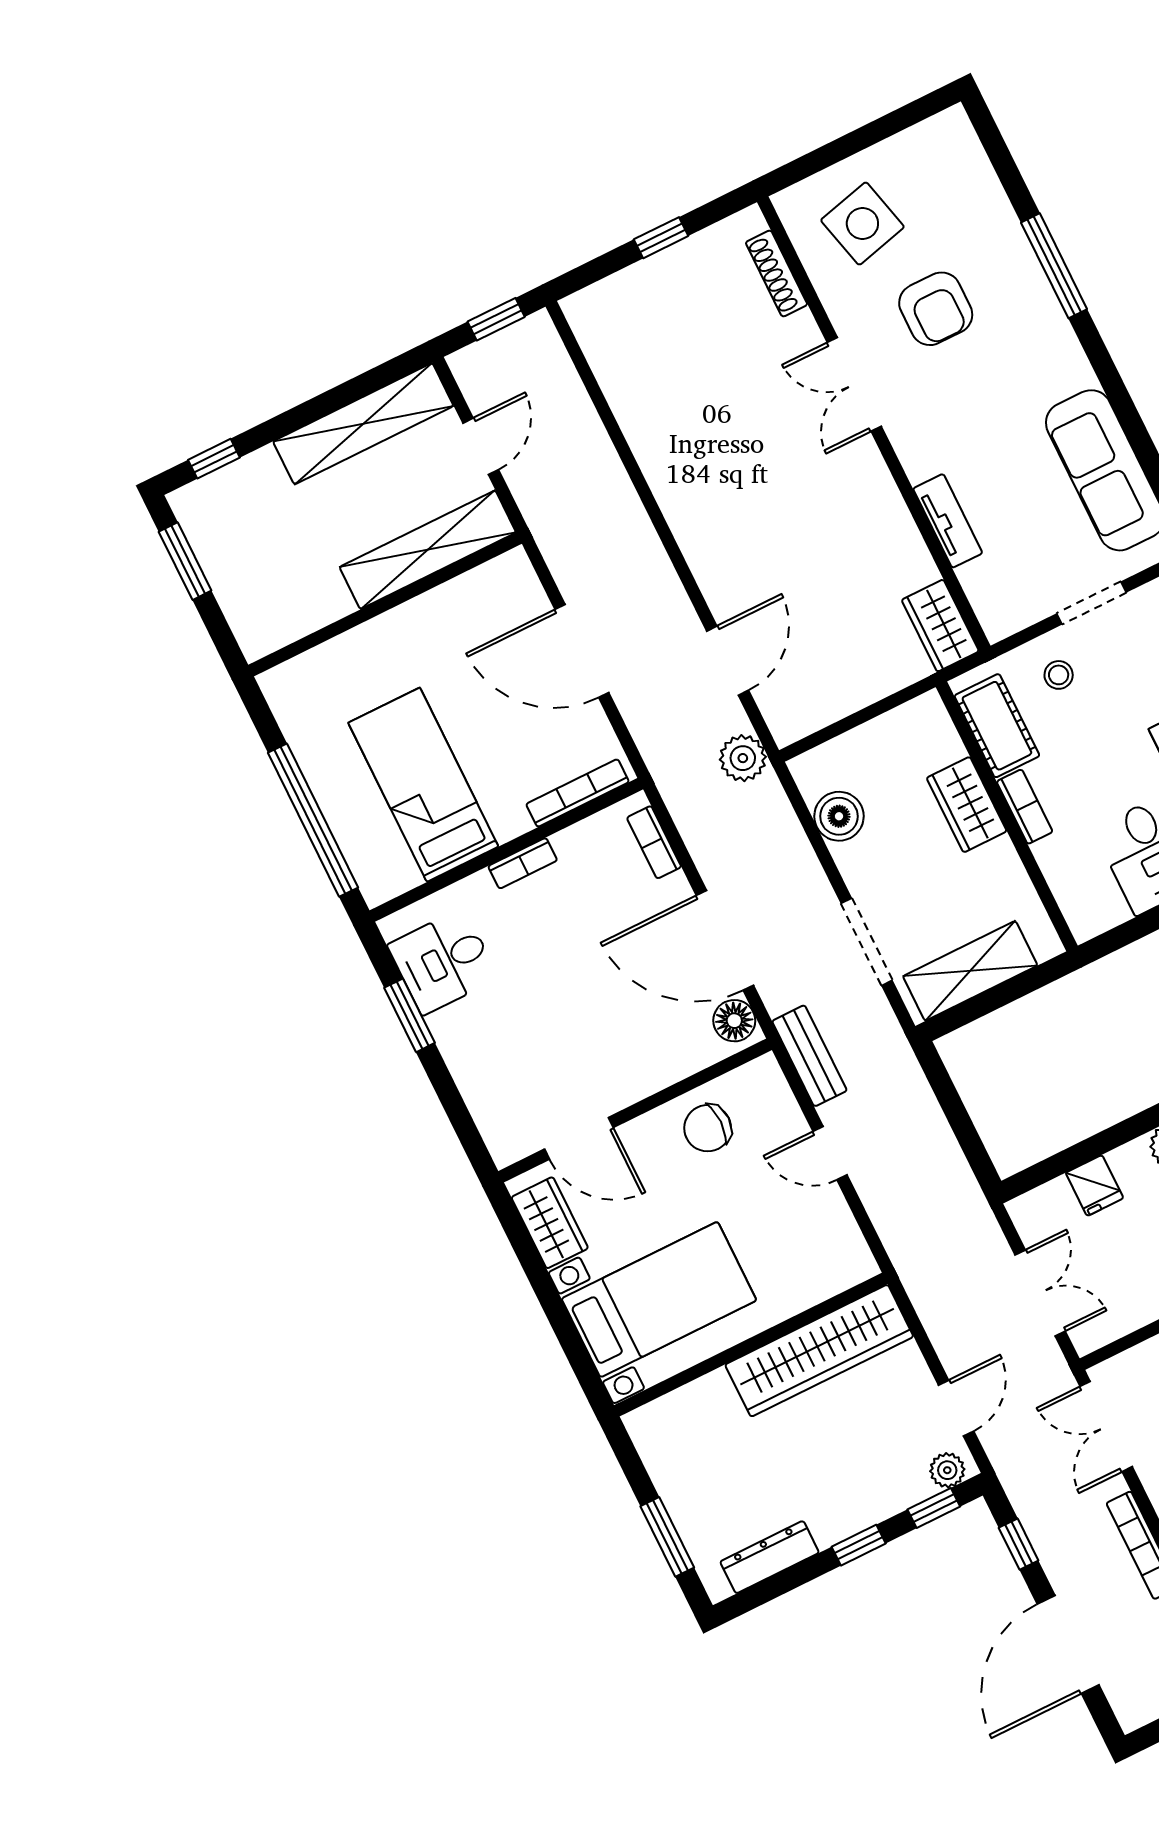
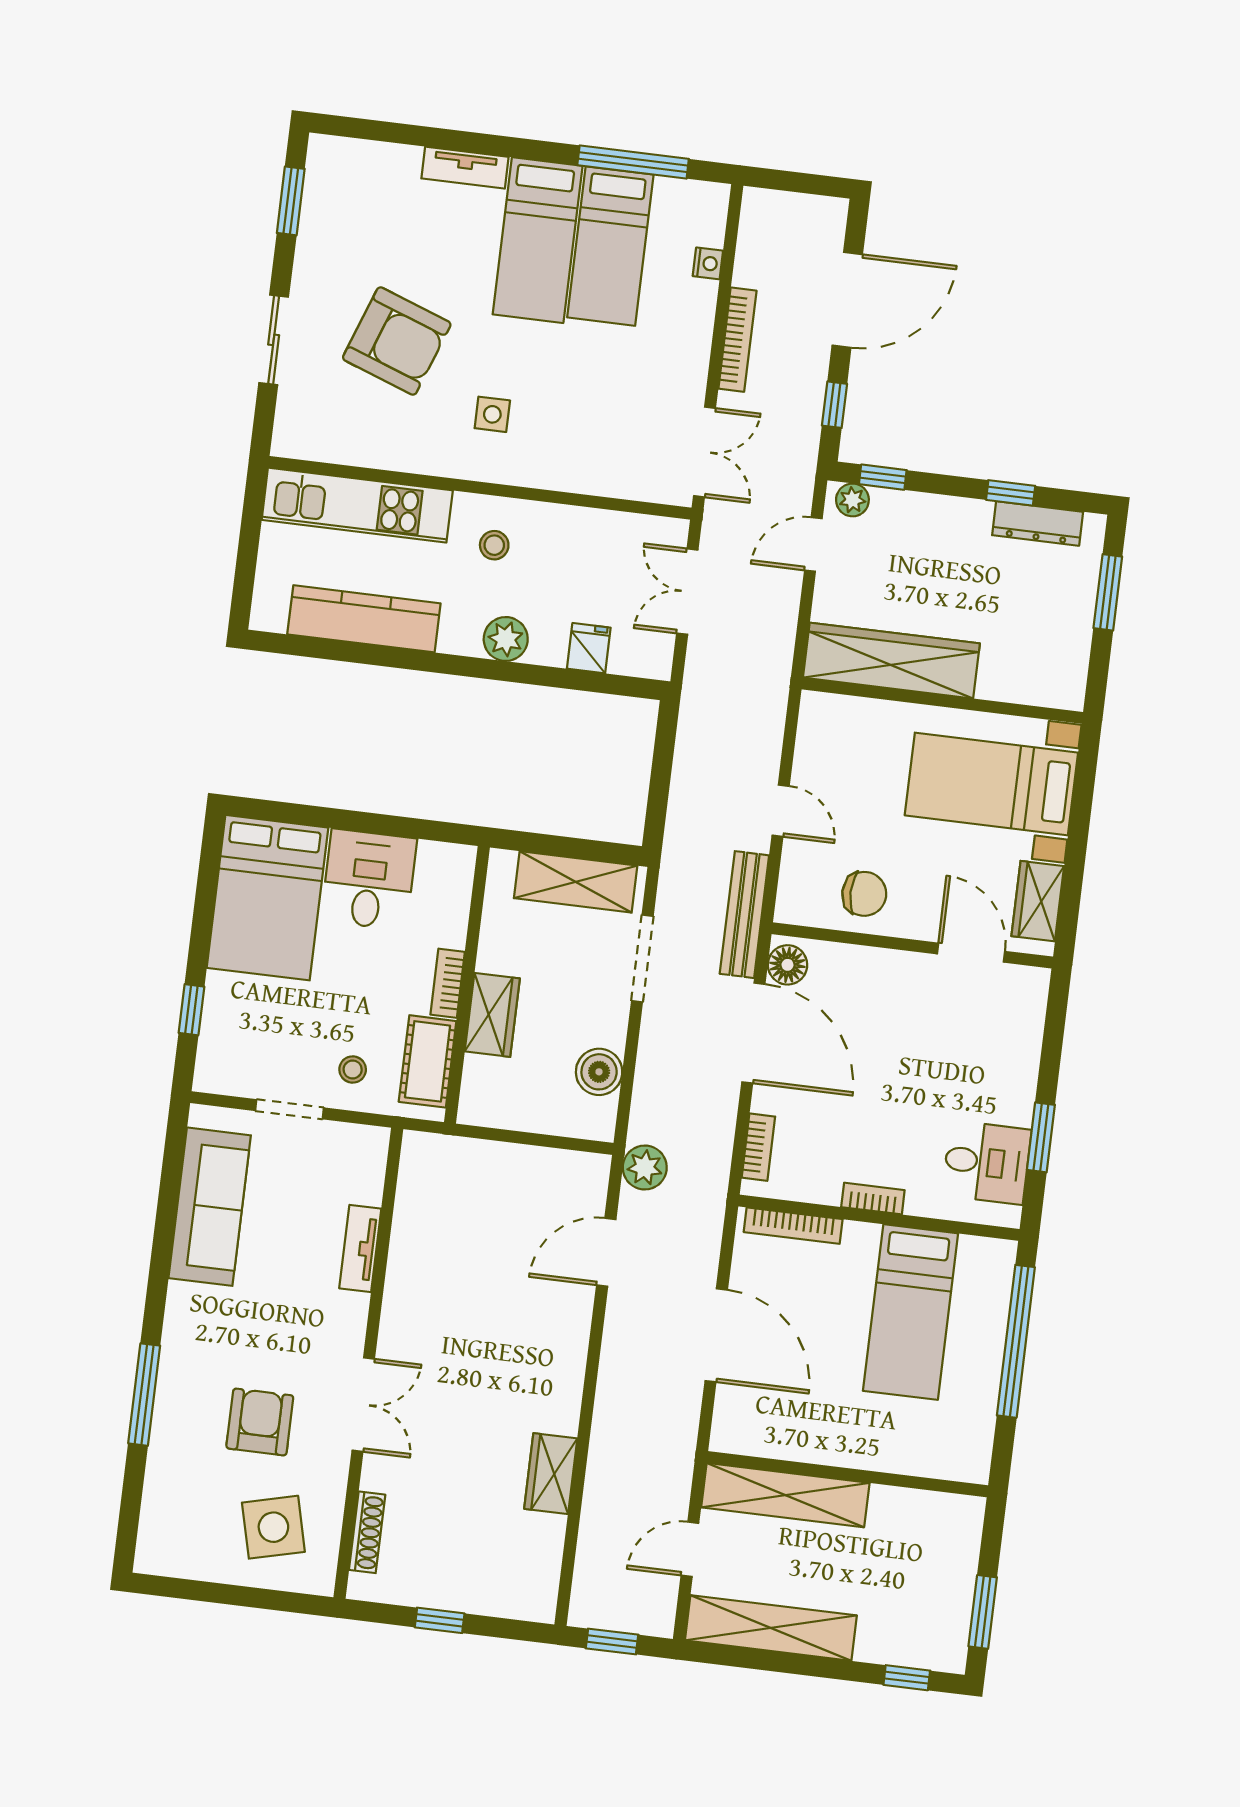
wardrobe: (940, 626) -> (551, 1474), moved, turned 180
bench: (809, 1056) -> (744, 915), width x1.36
window: (859, 1545) -> (1011, 493), moved

